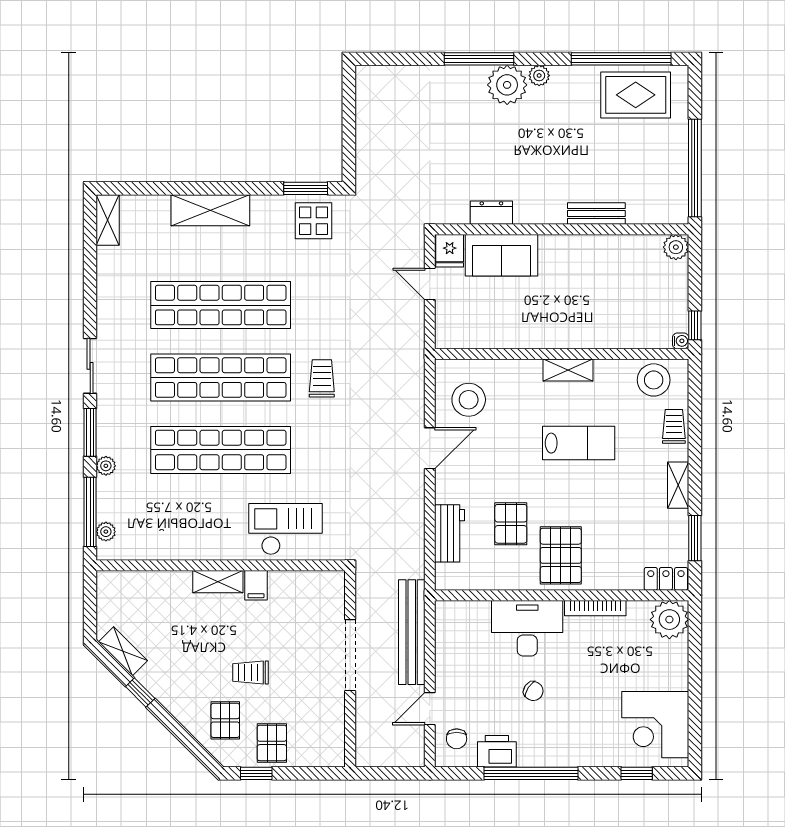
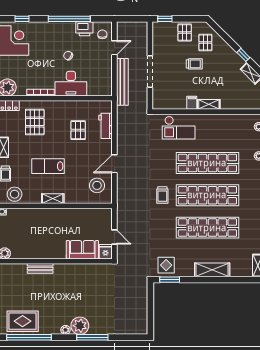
dresser: (491, 213) -> (87, 269), removed
pallet: (561, 555) -> (35, 122), moved
window: (256, 773) -> (165, 19), moved

